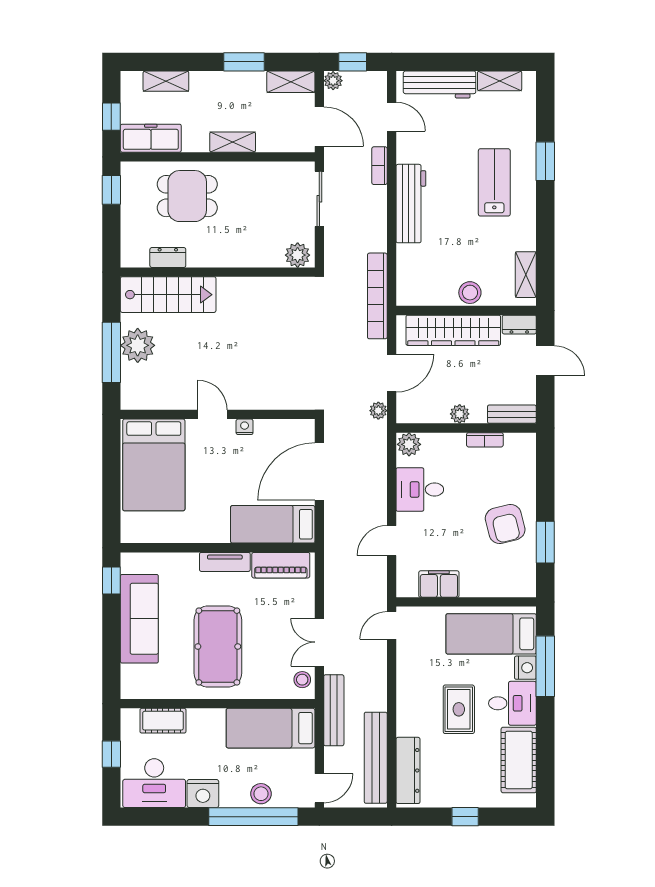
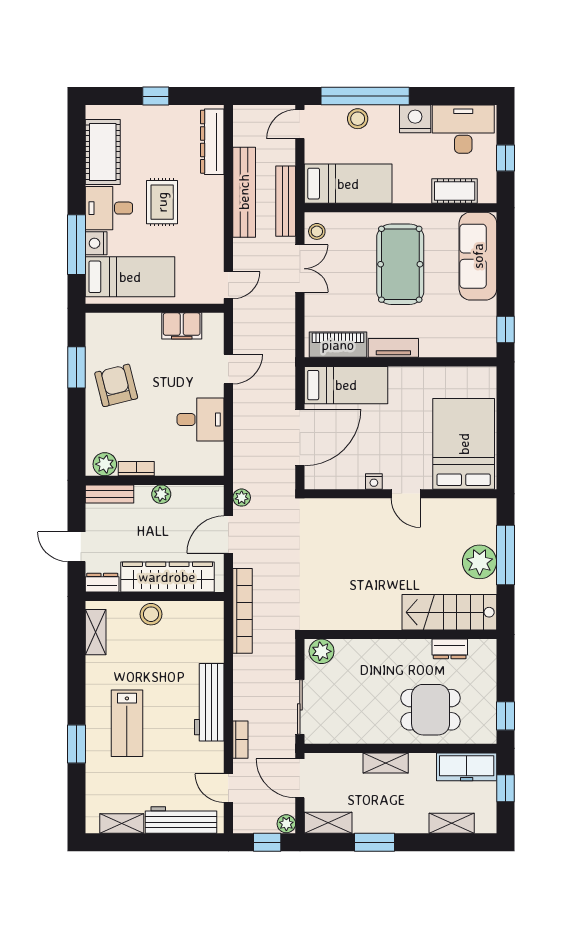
plant: (409, 444) -> (105, 464), moved
sofa: (139, 619) -> (478, 256), moved
bench: (376, 758) -> (244, 192), moved

